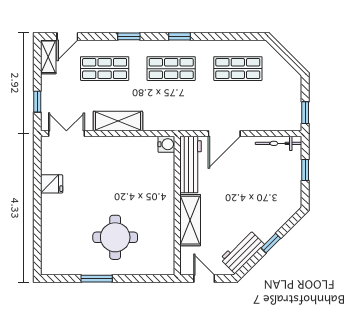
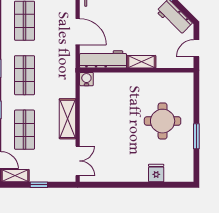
window: (37, 102) -> (39, 185), moved
double door: (66, 133) -> (78, 161), swing flipped
fridge: (52, 184) -> (156, 173), moved
shelving: (190, 220) -> (141, 62), width x0.67, depth x0.75

